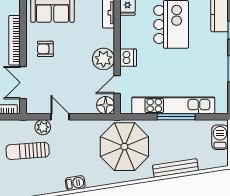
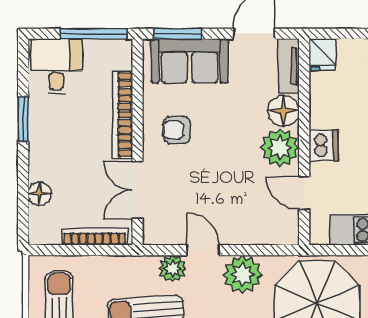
door: (117, 85) -> (304, 193), hinge flipped
floor lamp: (106, 105) -> (284, 111), moved
plant: (82, 131) -> (242, 274), added

